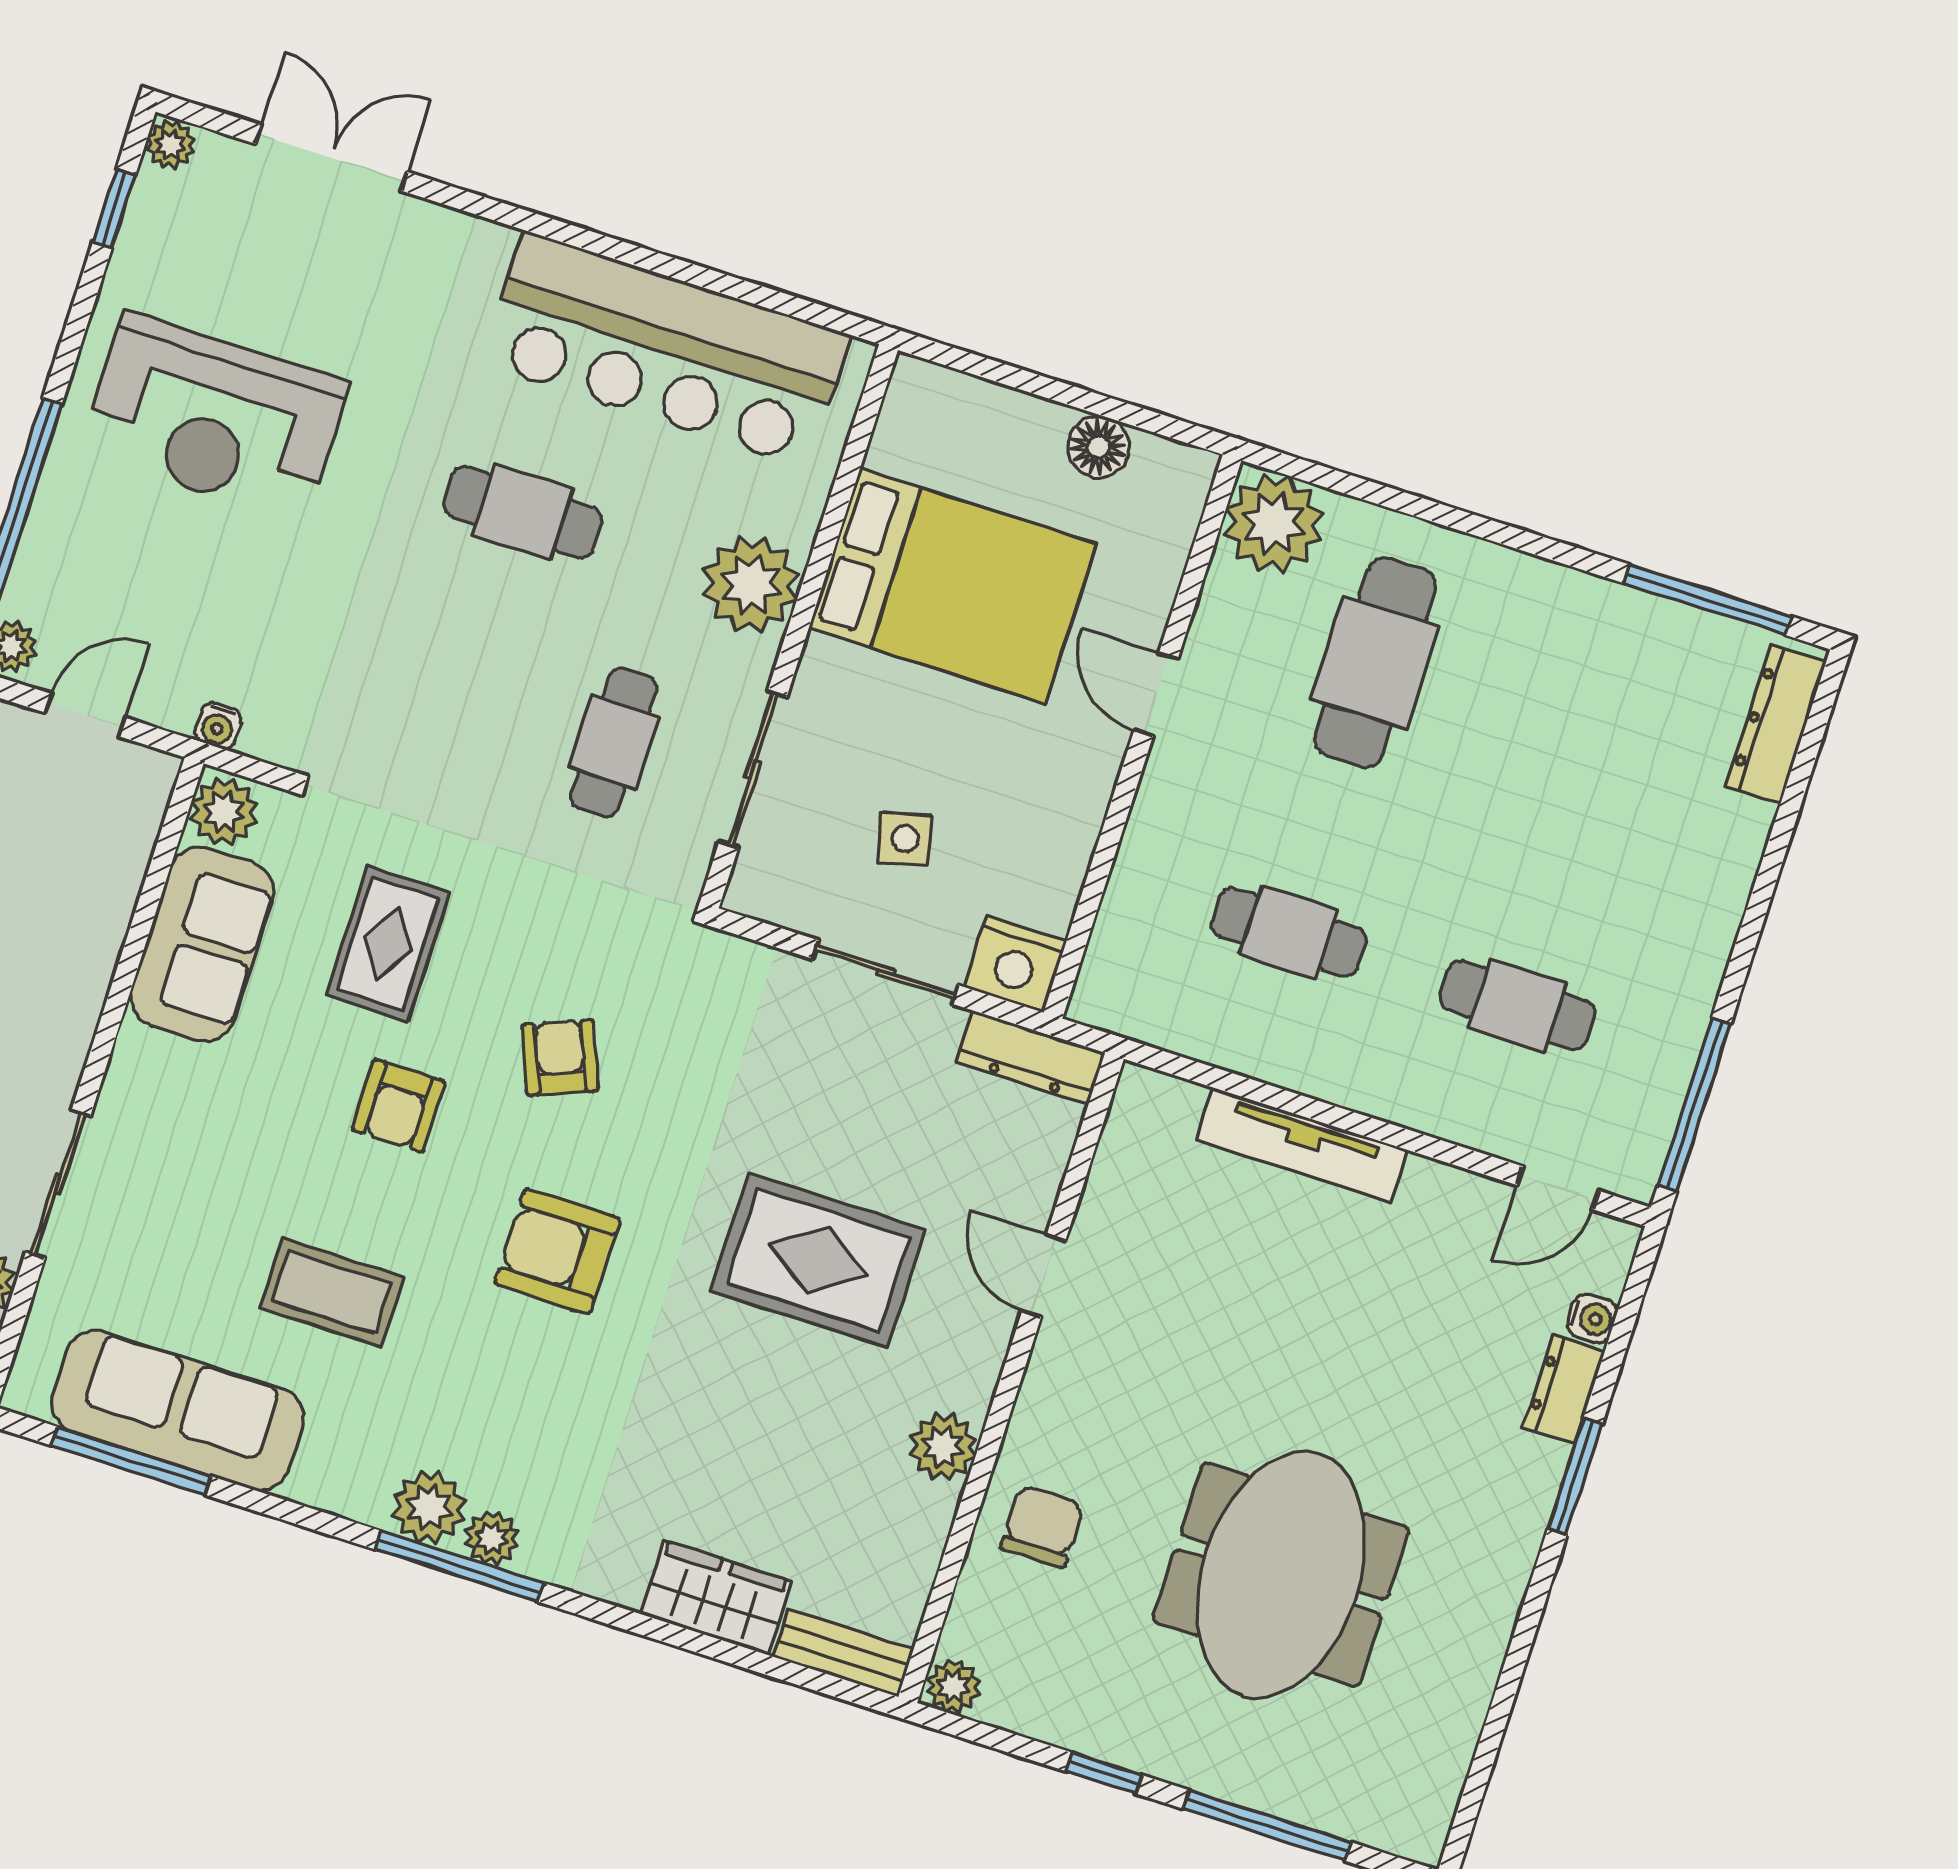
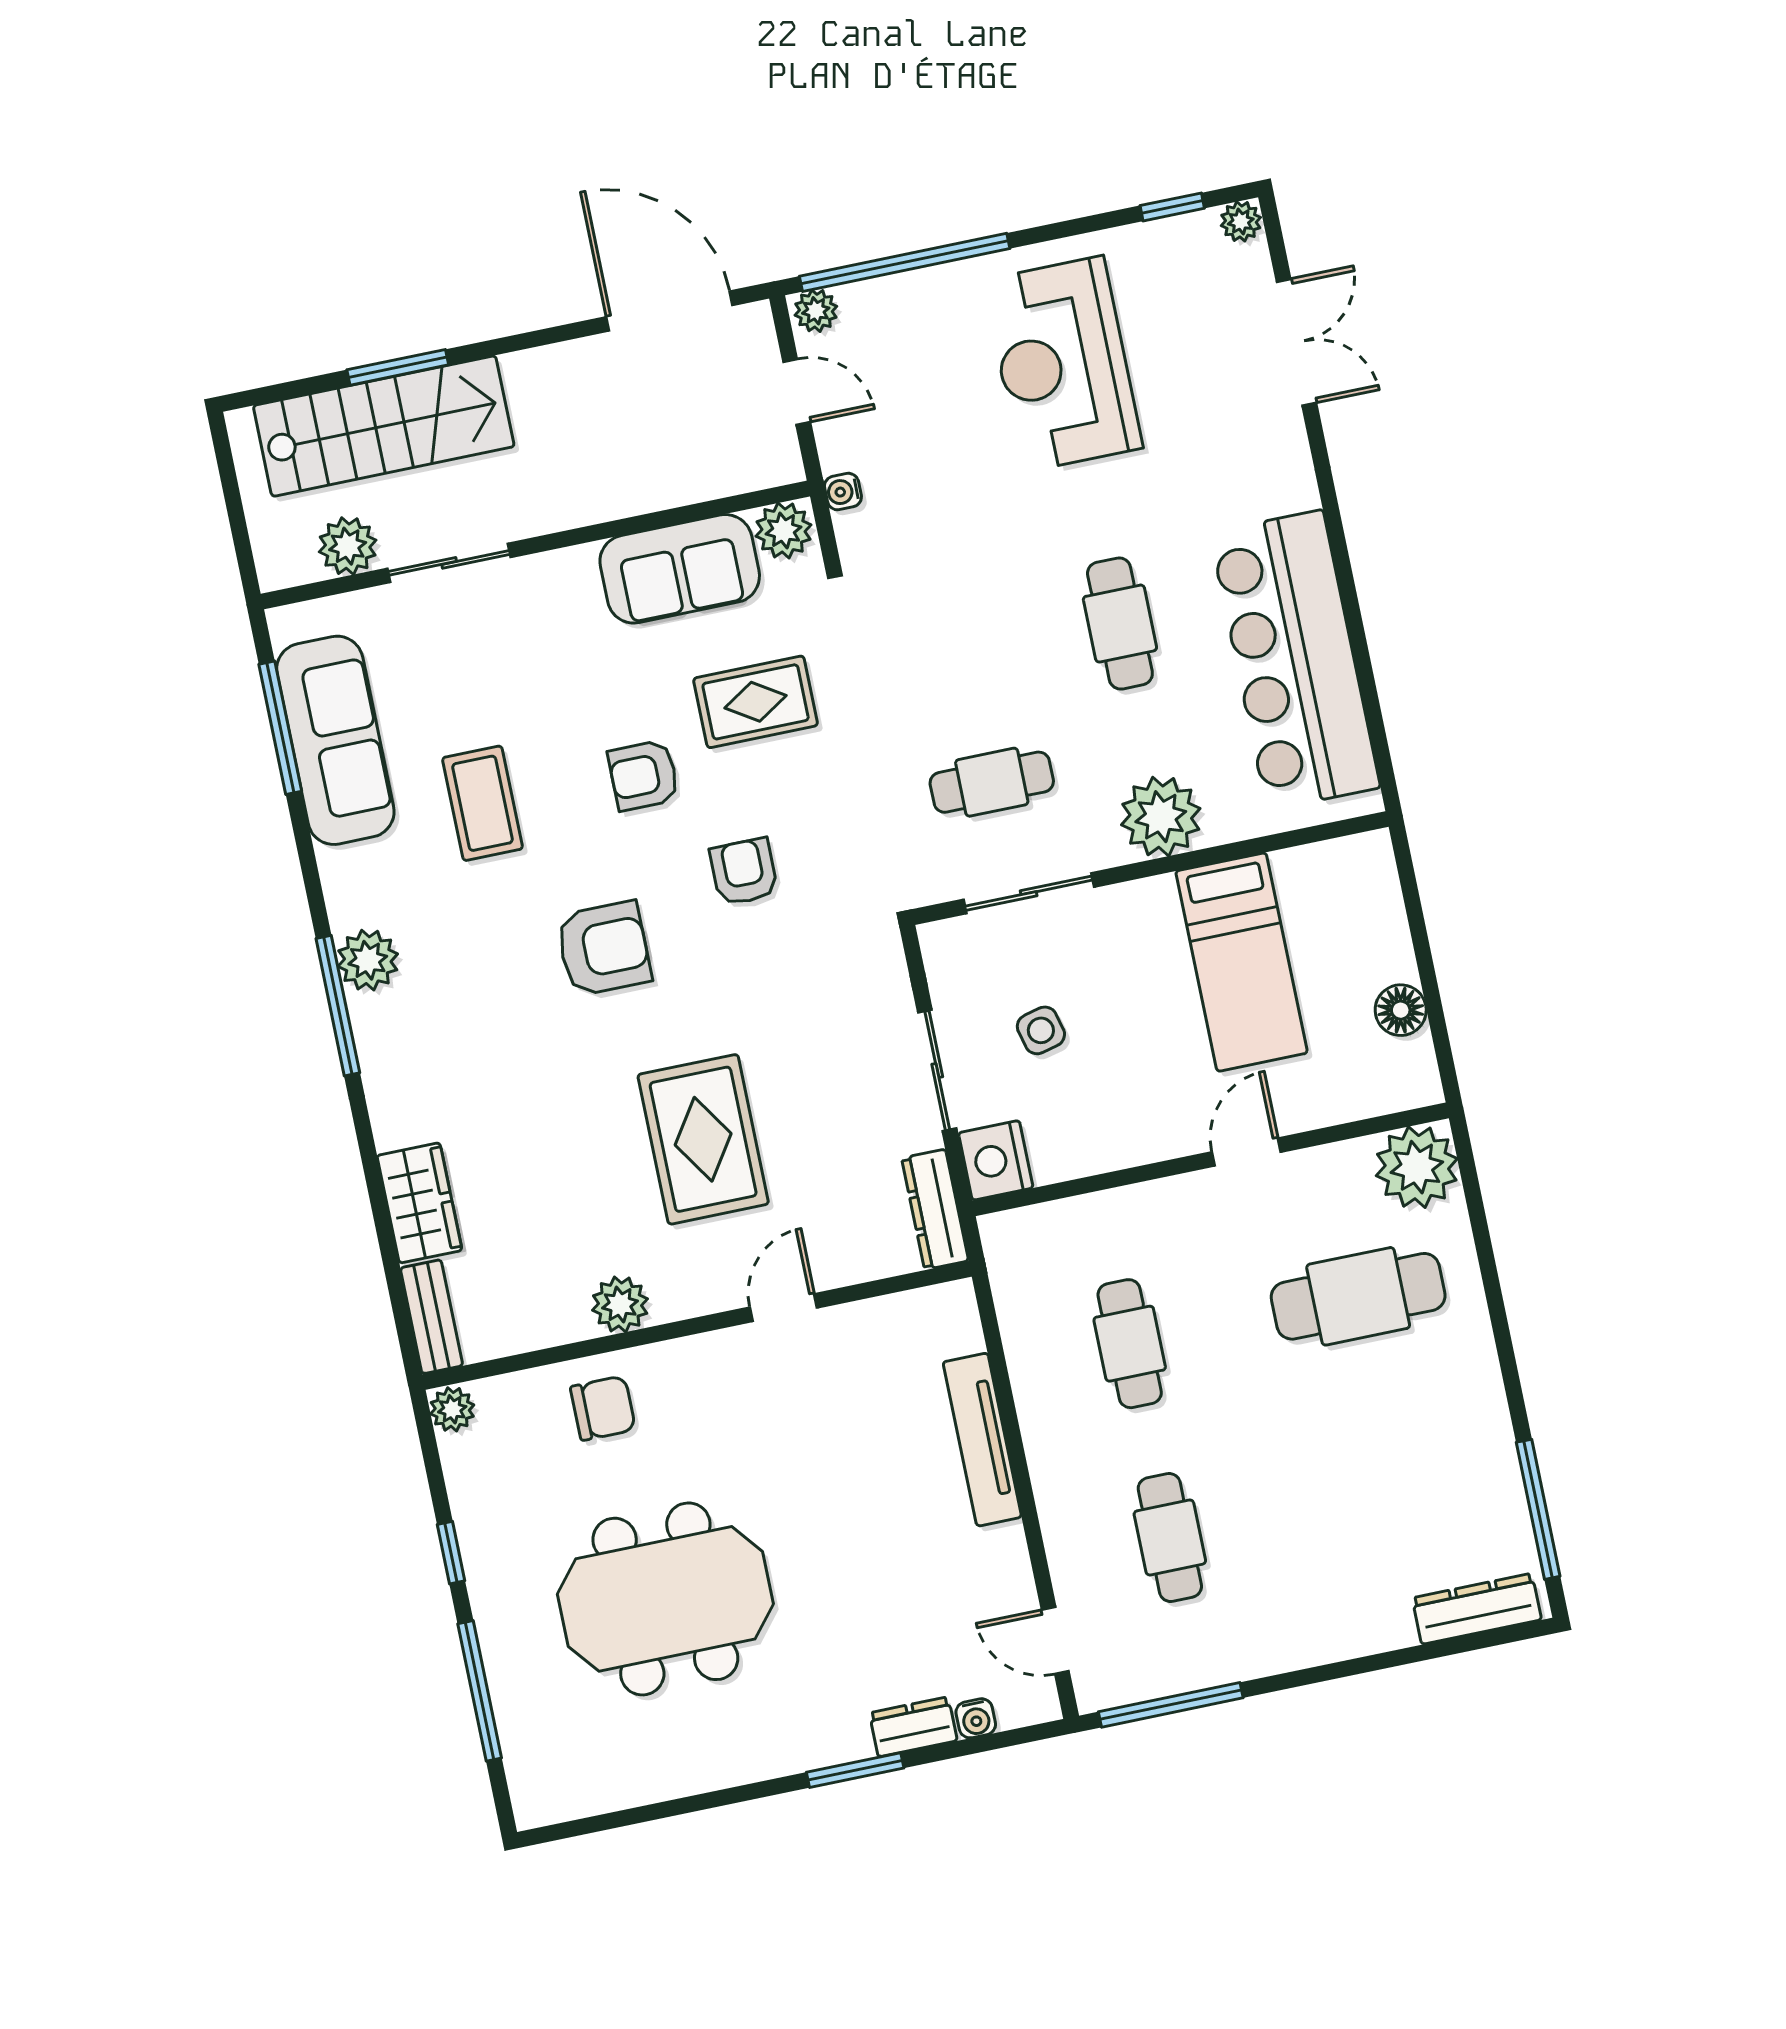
bed: (953, 586) -> (1242, 962), width x0.67
armchair: (560, 1058) -> (744, 872), turned -68
armchair: (558, 1251) -> (604, 949), turned 90
plant: (492, 1538) -> (371, 1018), removed

